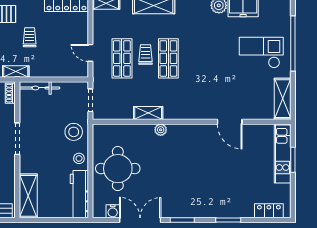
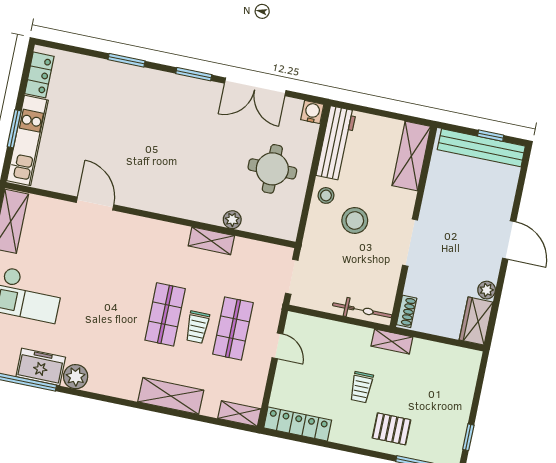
plant: (161, 130) -> (232, 220), moved
stool: (74, 132) -> (355, 220), moved
round table: (118, 169) -> (272, 169), width x0.73, depth x0.73
water cooler: (113, 211) -> (312, 112), moved
locker: (269, 211) -> (39, 75), moved, turned -90

